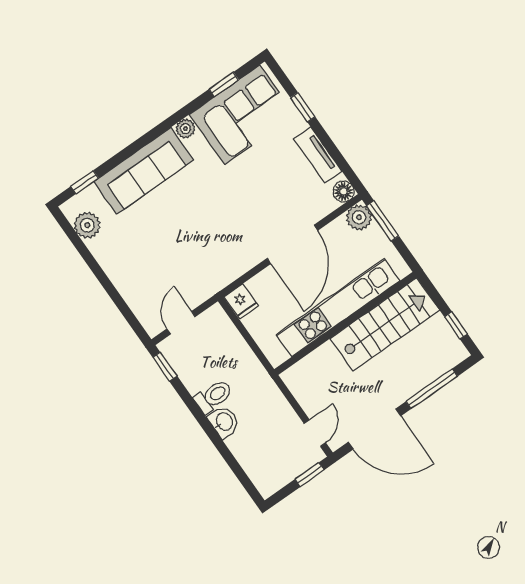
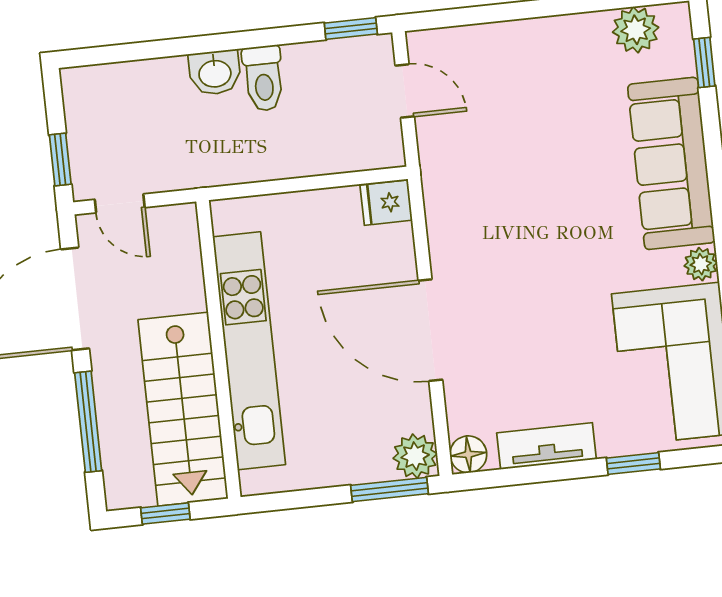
kitchen unit: (338, 308) -> (249, 351), moved
wall: (345, 323) -> (218, 349), moved
stairs: (385, 324) -> (183, 409), moved

